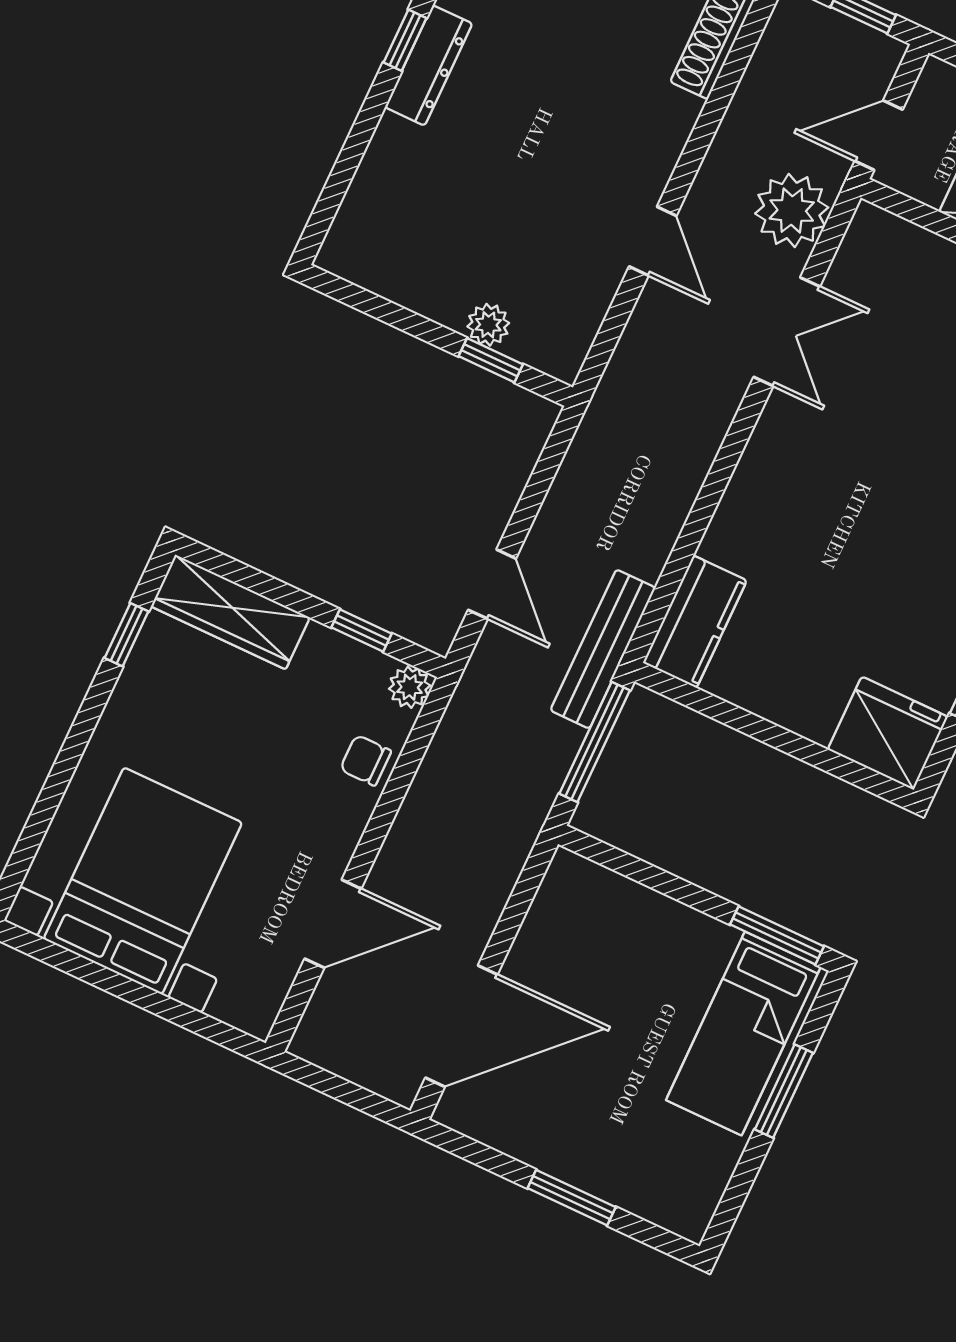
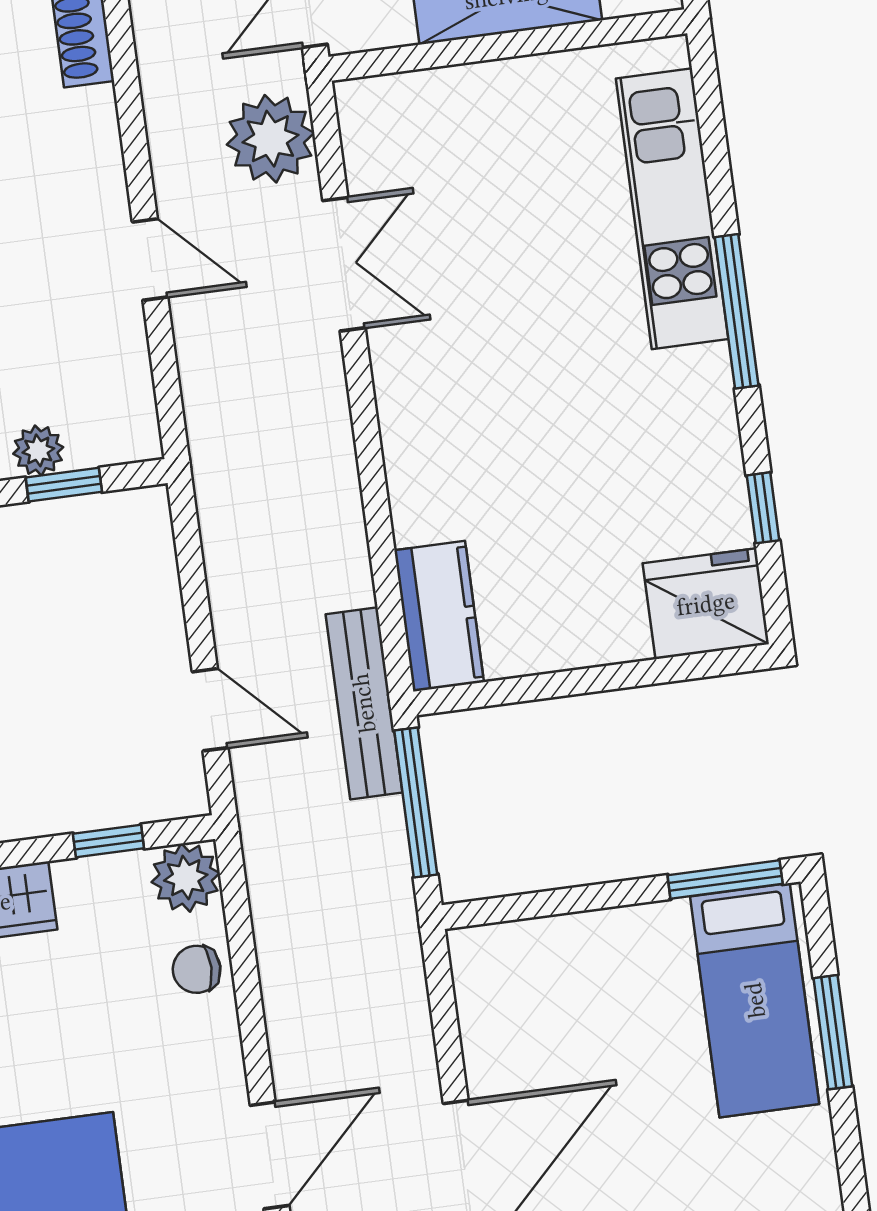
plant: (410, 687) -> (186, 878), width x1.38, depth x1.38

